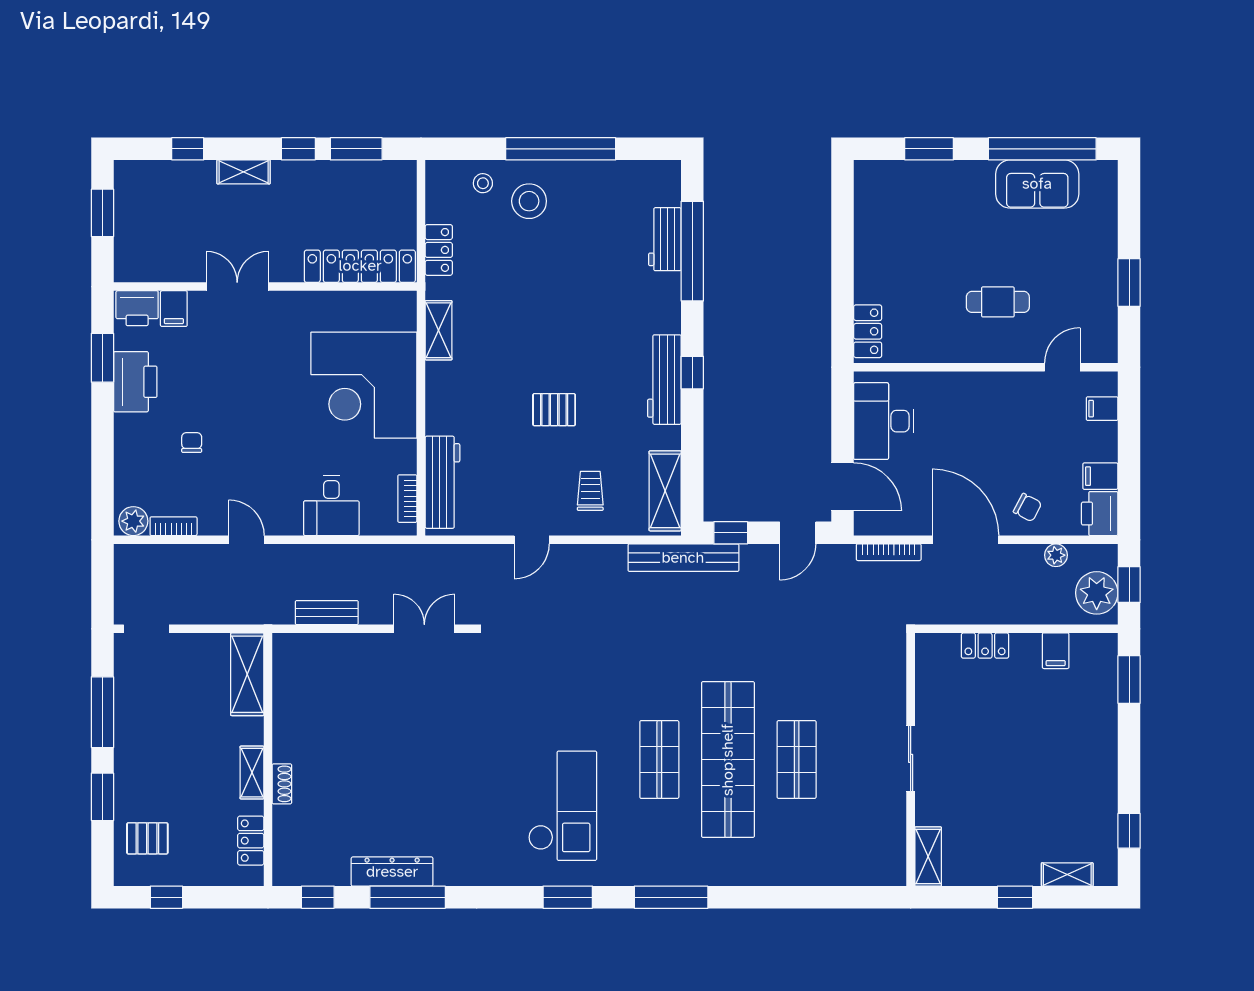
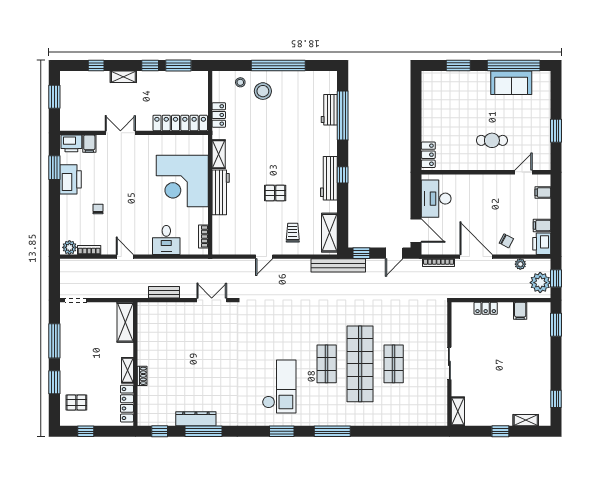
workbench: (442, 482) -> (221, 192), moved
locker: (251, 841) -> (127, 404), width x1.53

